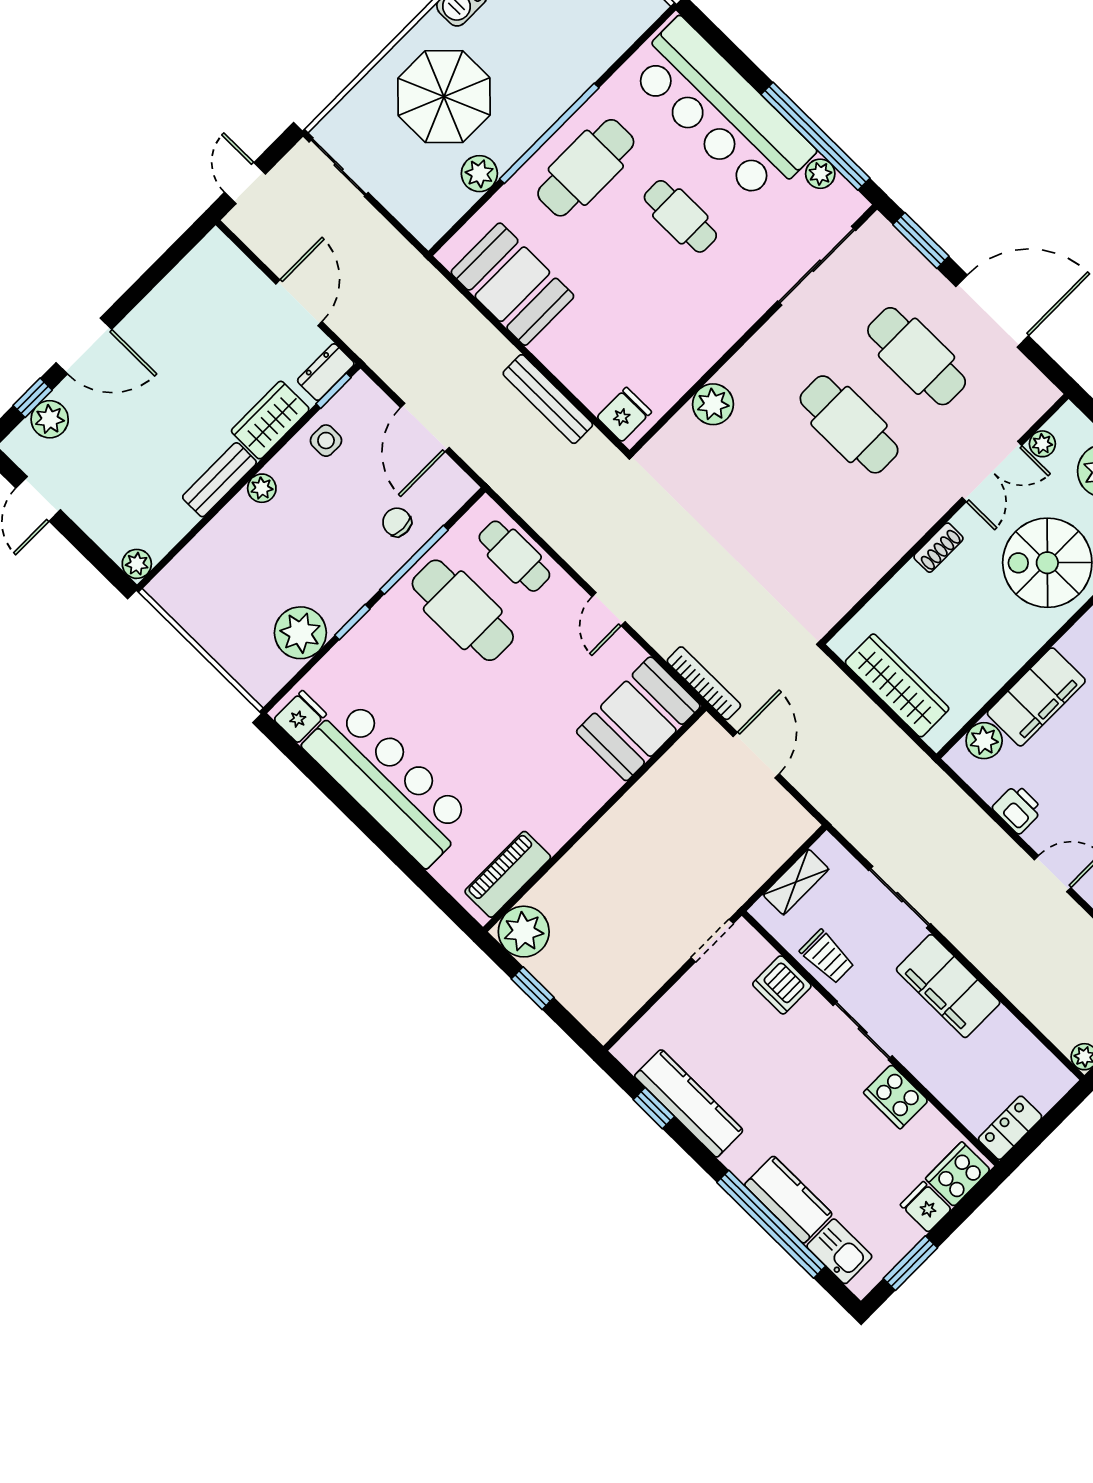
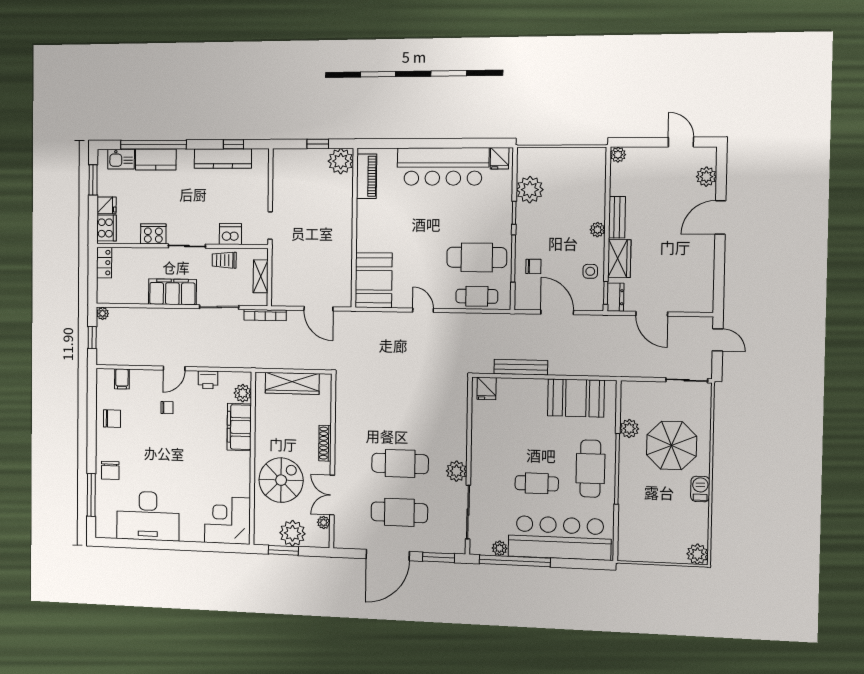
window: (33, 398) -> (721, 178), removed
plant: (713, 404) -> (456, 471), moved
shoe rack: (938, 548) -> (325, 443), width x1.43
bookcase: (704, 683) -> (265, 315), moved

